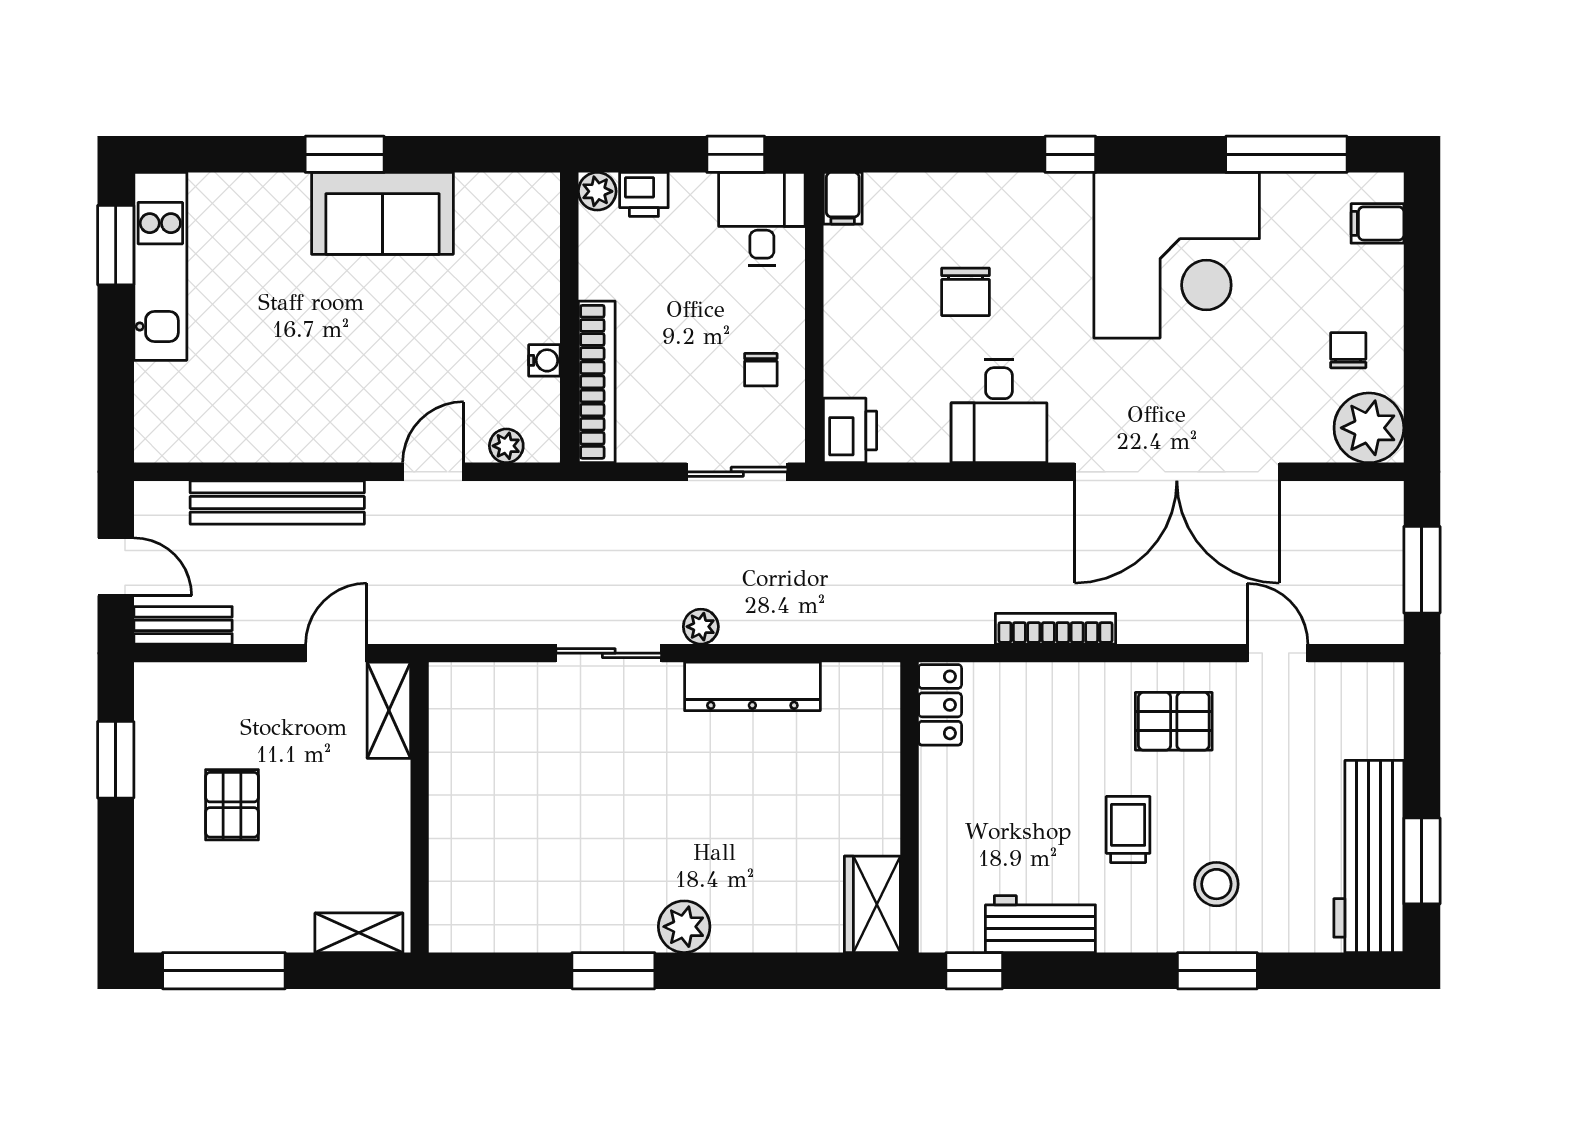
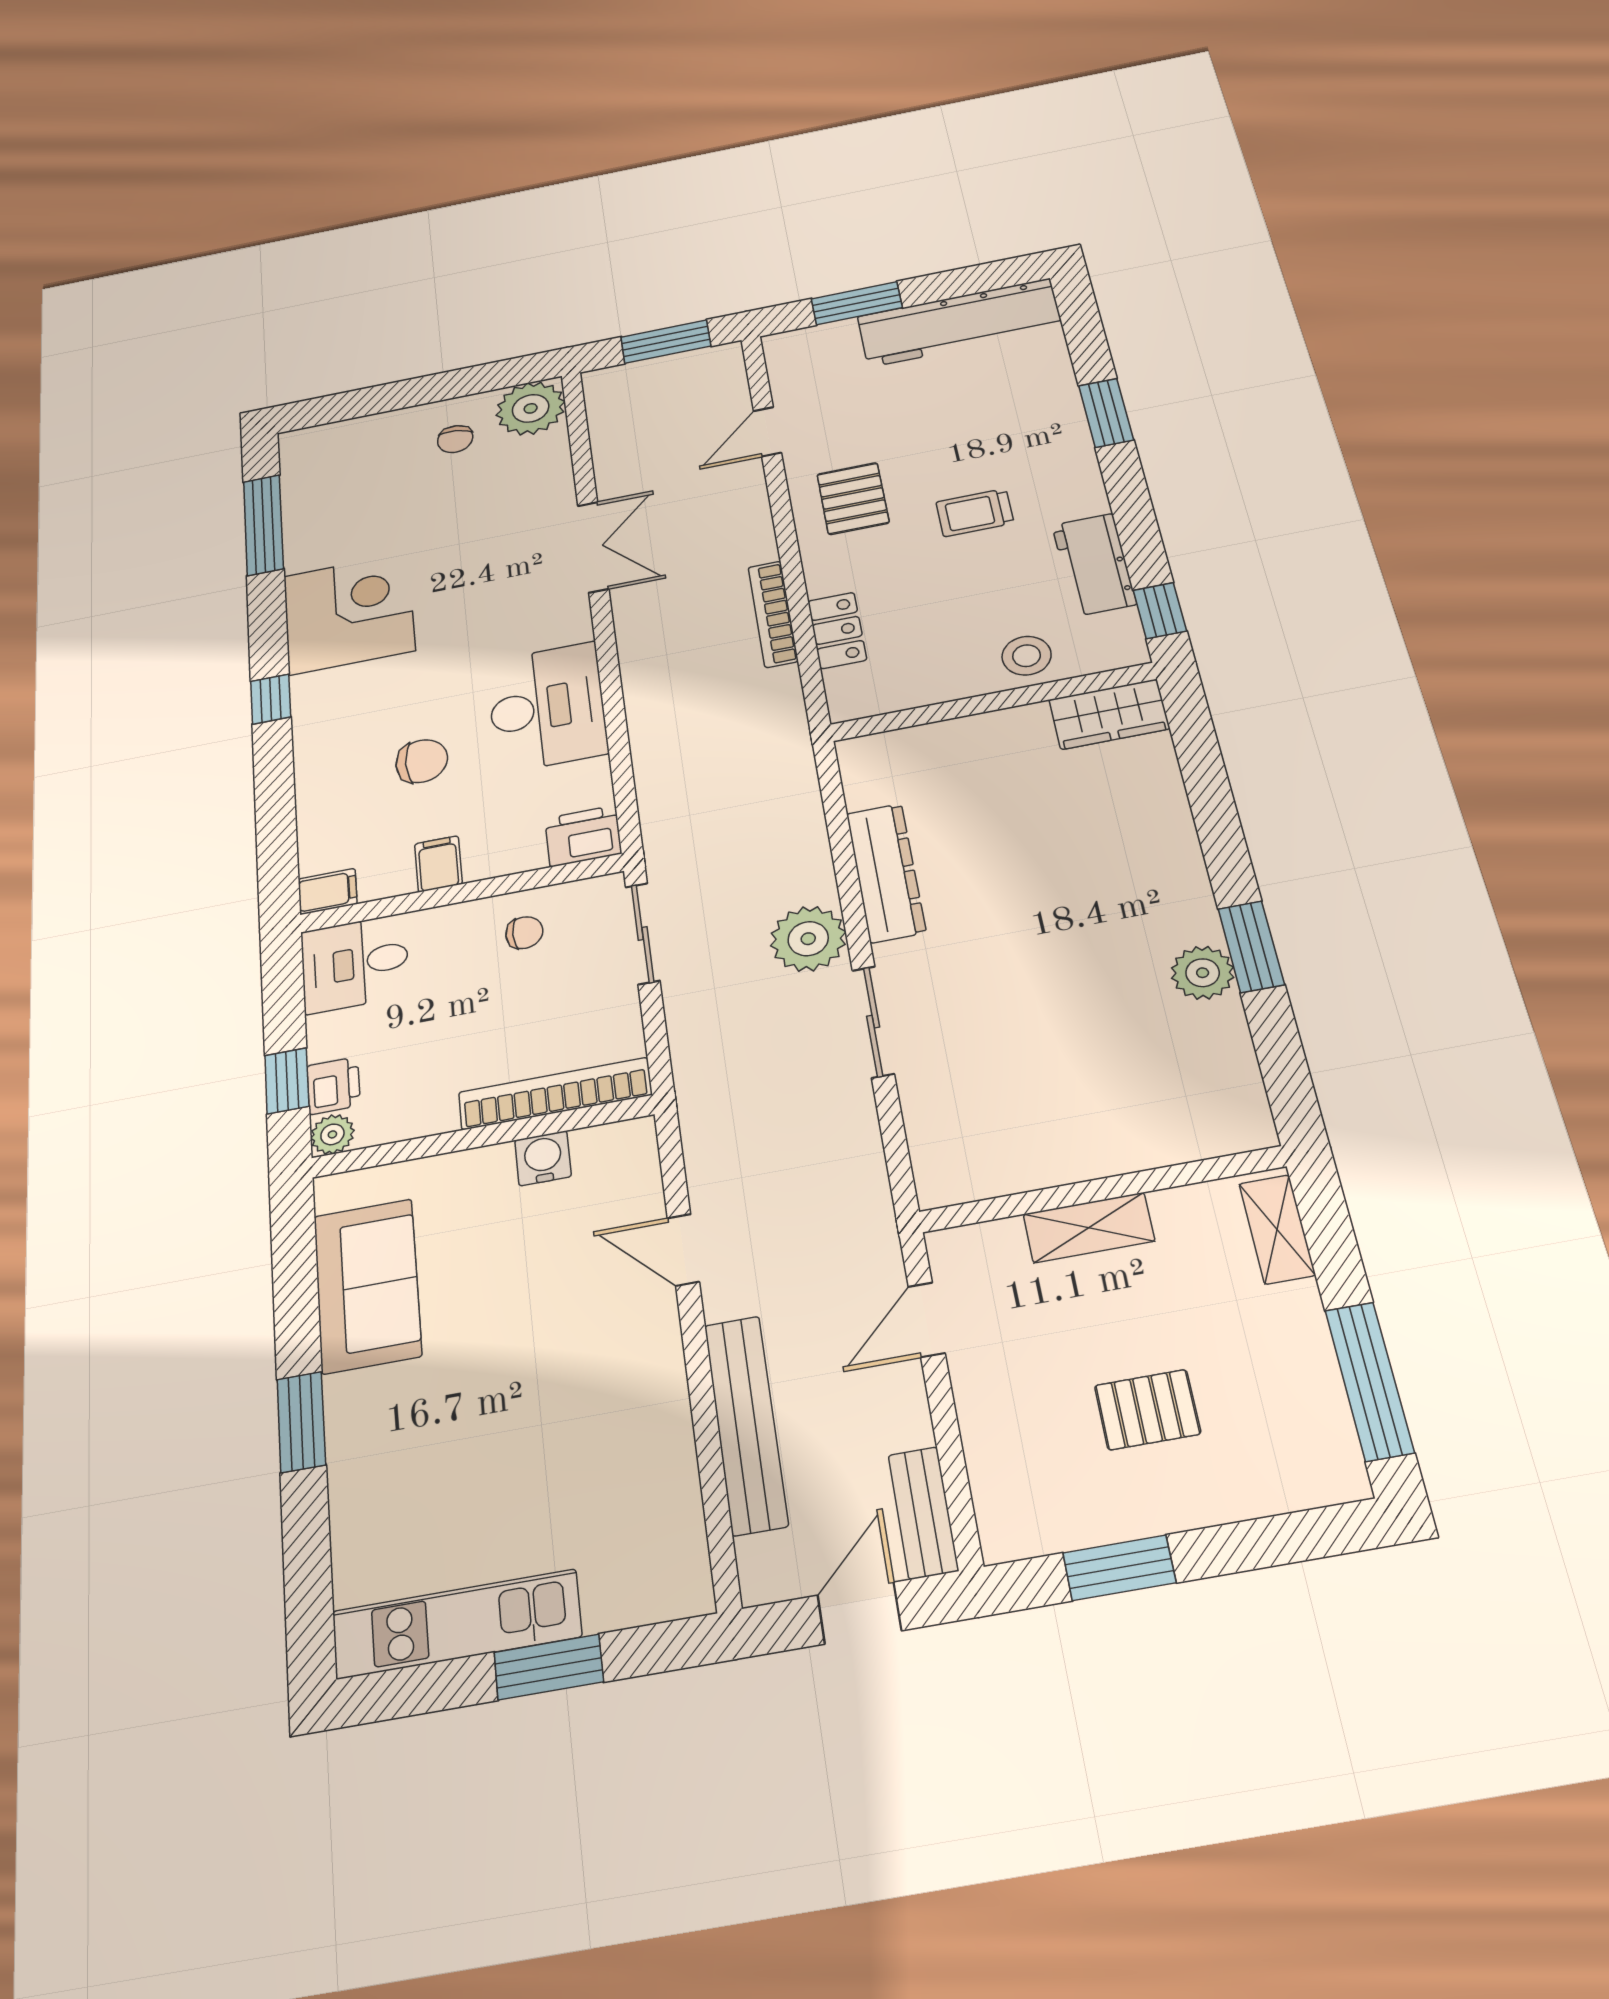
window: (736, 154) -> (287, 1081), moved
sofa: (382, 213) -> (367, 1285), moved
filing cabinet: (1377, 223) -> (438, 864), moved, turned 180
window: (116, 245) -> (549, 1667), moved
corner desk: (1177, 255) -> (349, 613), width x0.74, depth x0.74
chair: (1348, 350) -> (455, 439), turned -82
water cooler: (544, 360) -> (543, 1158), width x1.38, depth x1.38
desk: (999, 411) -> (547, 707), width x1.37
plant: (506, 446) -> (642, 1175), removed
double door: (1177, 472) -> (593, 547), width x0.54
plant: (701, 627) -> (808, 939), width x1.87, depth x1.87
door: (336, 653) -> (927, 1320), hinge flipped
locker: (940, 705) -> (837, 630), moved, turned 90
shelving: (389, 710) -> (1089, 1228), moved
window: (1422, 861) -> (857, 303), moved
stool: (1216, 884) -> (1027, 656), moved
plant: (684, 927) -> (1203, 973), moved

